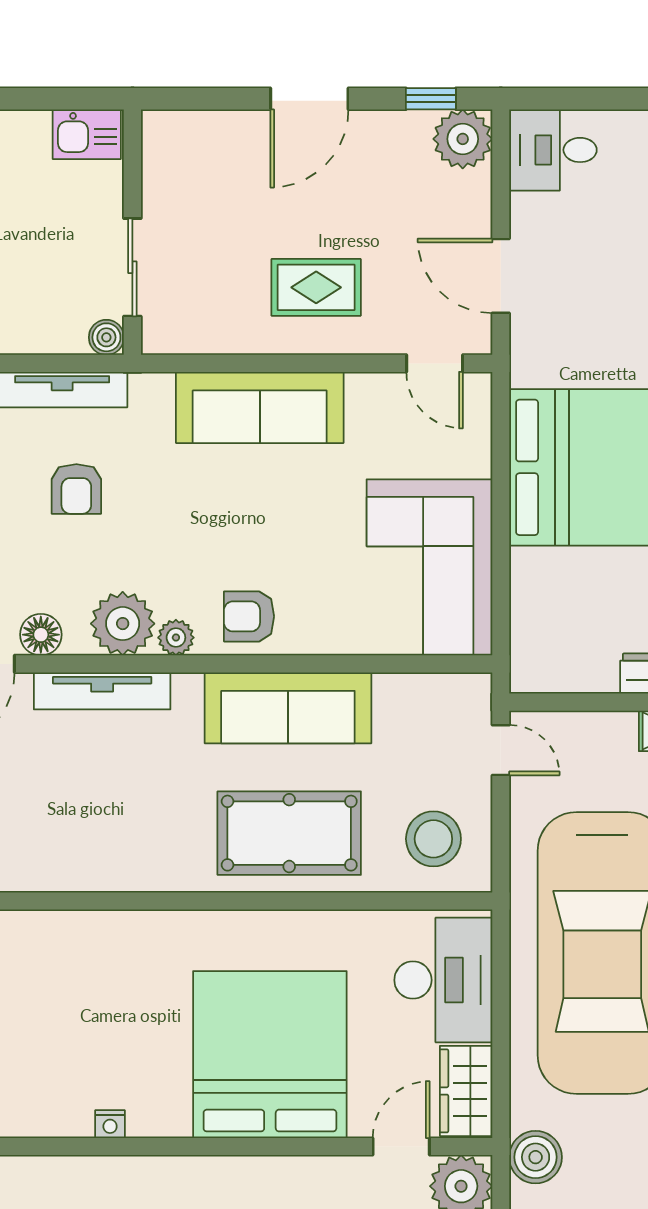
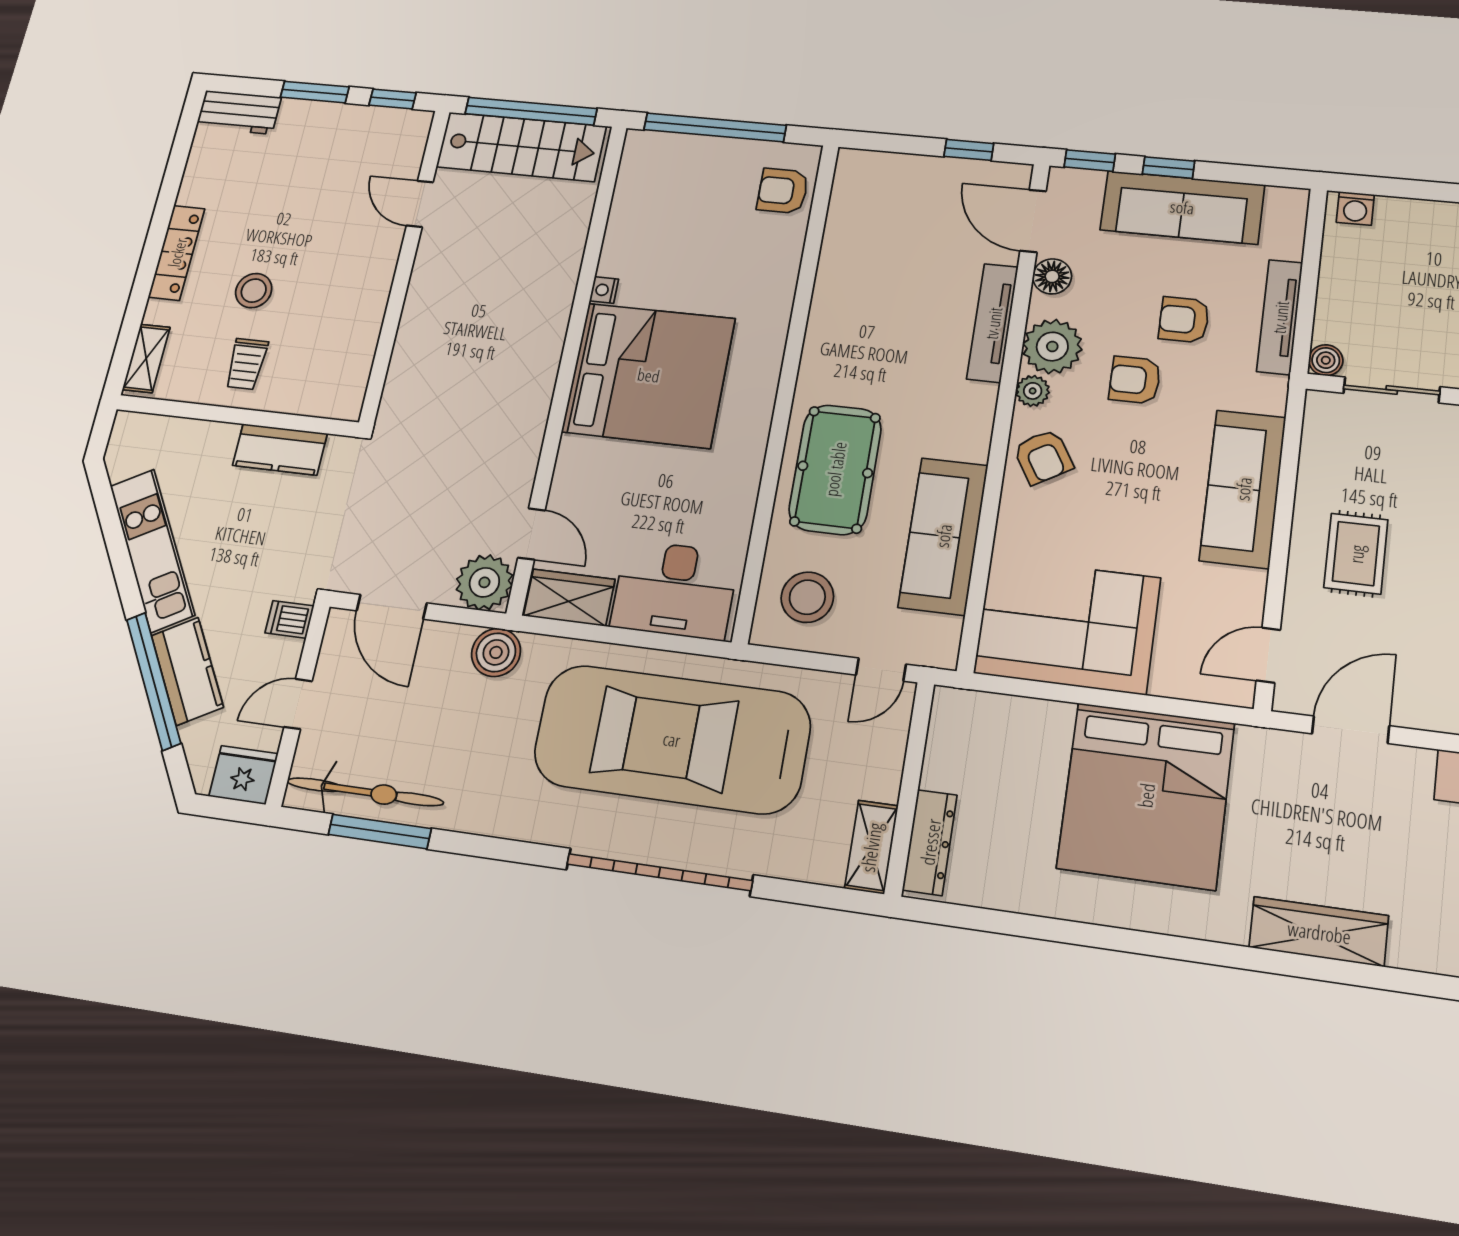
armchair: (151, 532) -> (1135, 380), added
armchair: (249, 616) -> (1043, 457), turned 149
sofa: (288, 708) -> (943, 536), moved
bed: (270, 1055) -> (649, 375), moved

